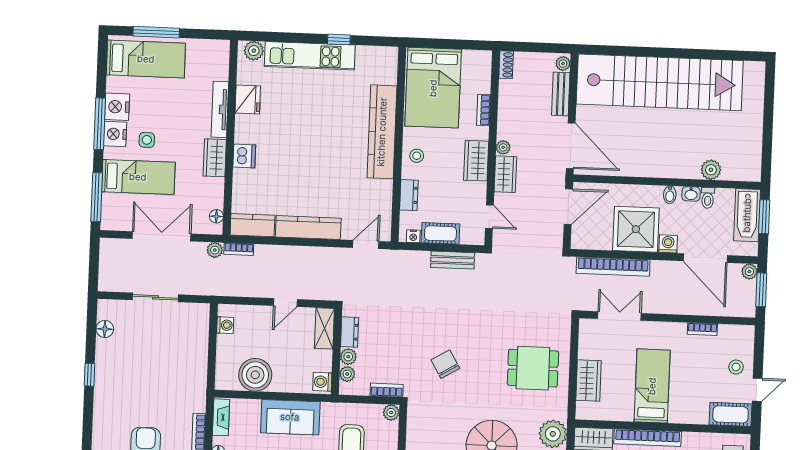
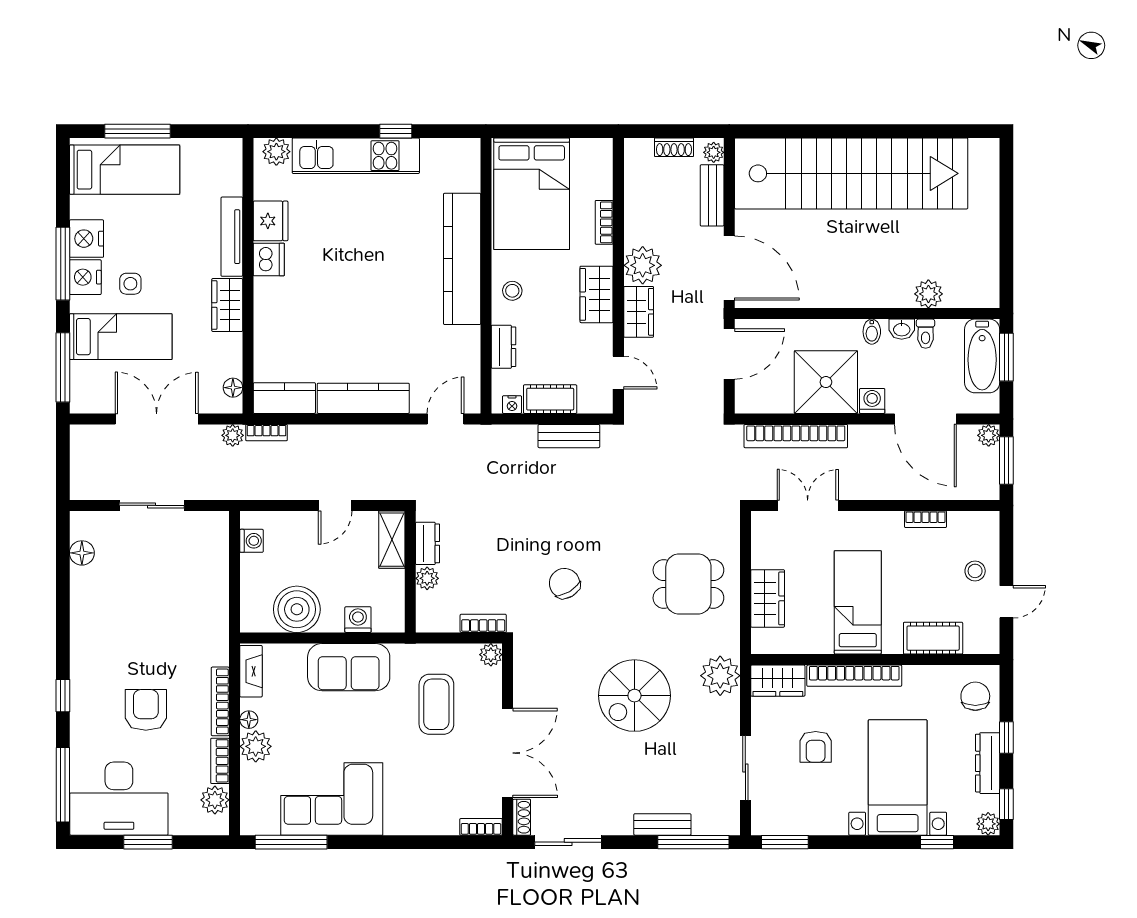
shoe rack: (506, 65) -> (674, 147), moved, turned 90
plant: (503, 147) -> (643, 265), width x1.88, depth x1.88
dishwasher: (244, 156) -> (269, 259), moved
plant: (347, 374) -> (427, 603), removed
window: (89, 375) -> (63, 696), moved
washing machine: (322, 382) -> (358, 620), moved, turned 90
cot: (731, 414) -> (933, 638), moved

